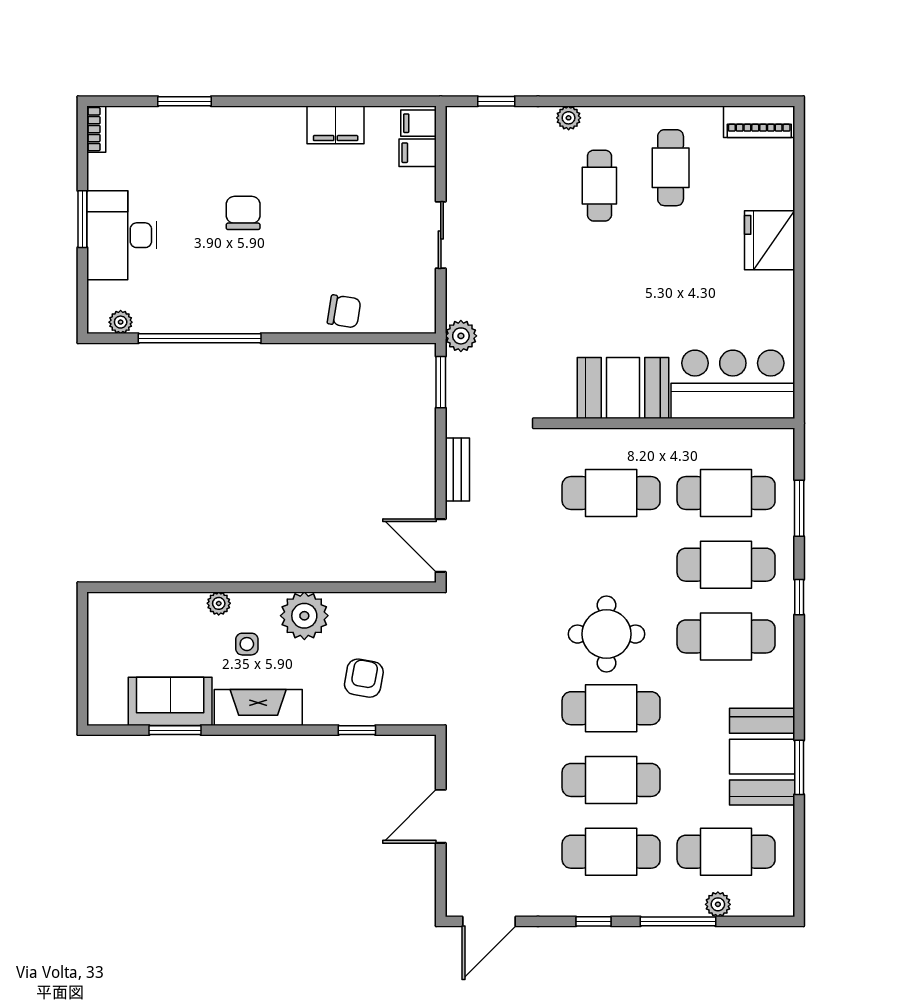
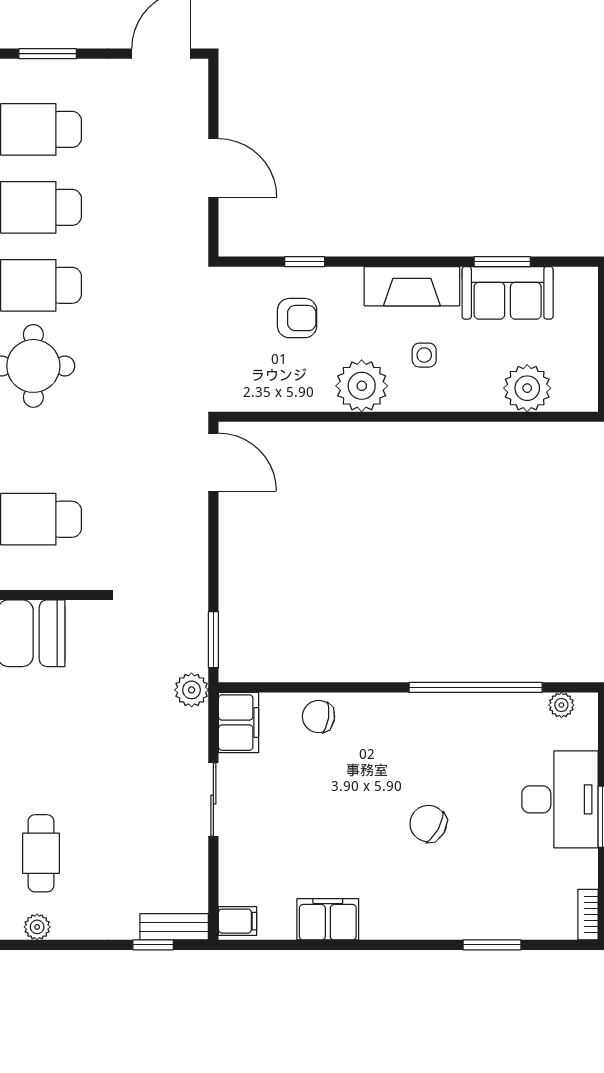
plant: (569, 118) -> (37, 927), moved
filing cabinet: (418, 153) -> (239, 723), moved, width x2.00
chair: (243, 213) -> (428, 824), turned 119
bench: (457, 469) -> (174, 927), moved, turned 90
plant: (219, 603) -> (527, 388), moved, width x1.87, depth x1.87
armchair: (364, 678) -> (297, 318), turned -100
door: (441, 816) -> (213, 168), hinge flipped
window: (593, 921) -> (48, 54), width x1.50

